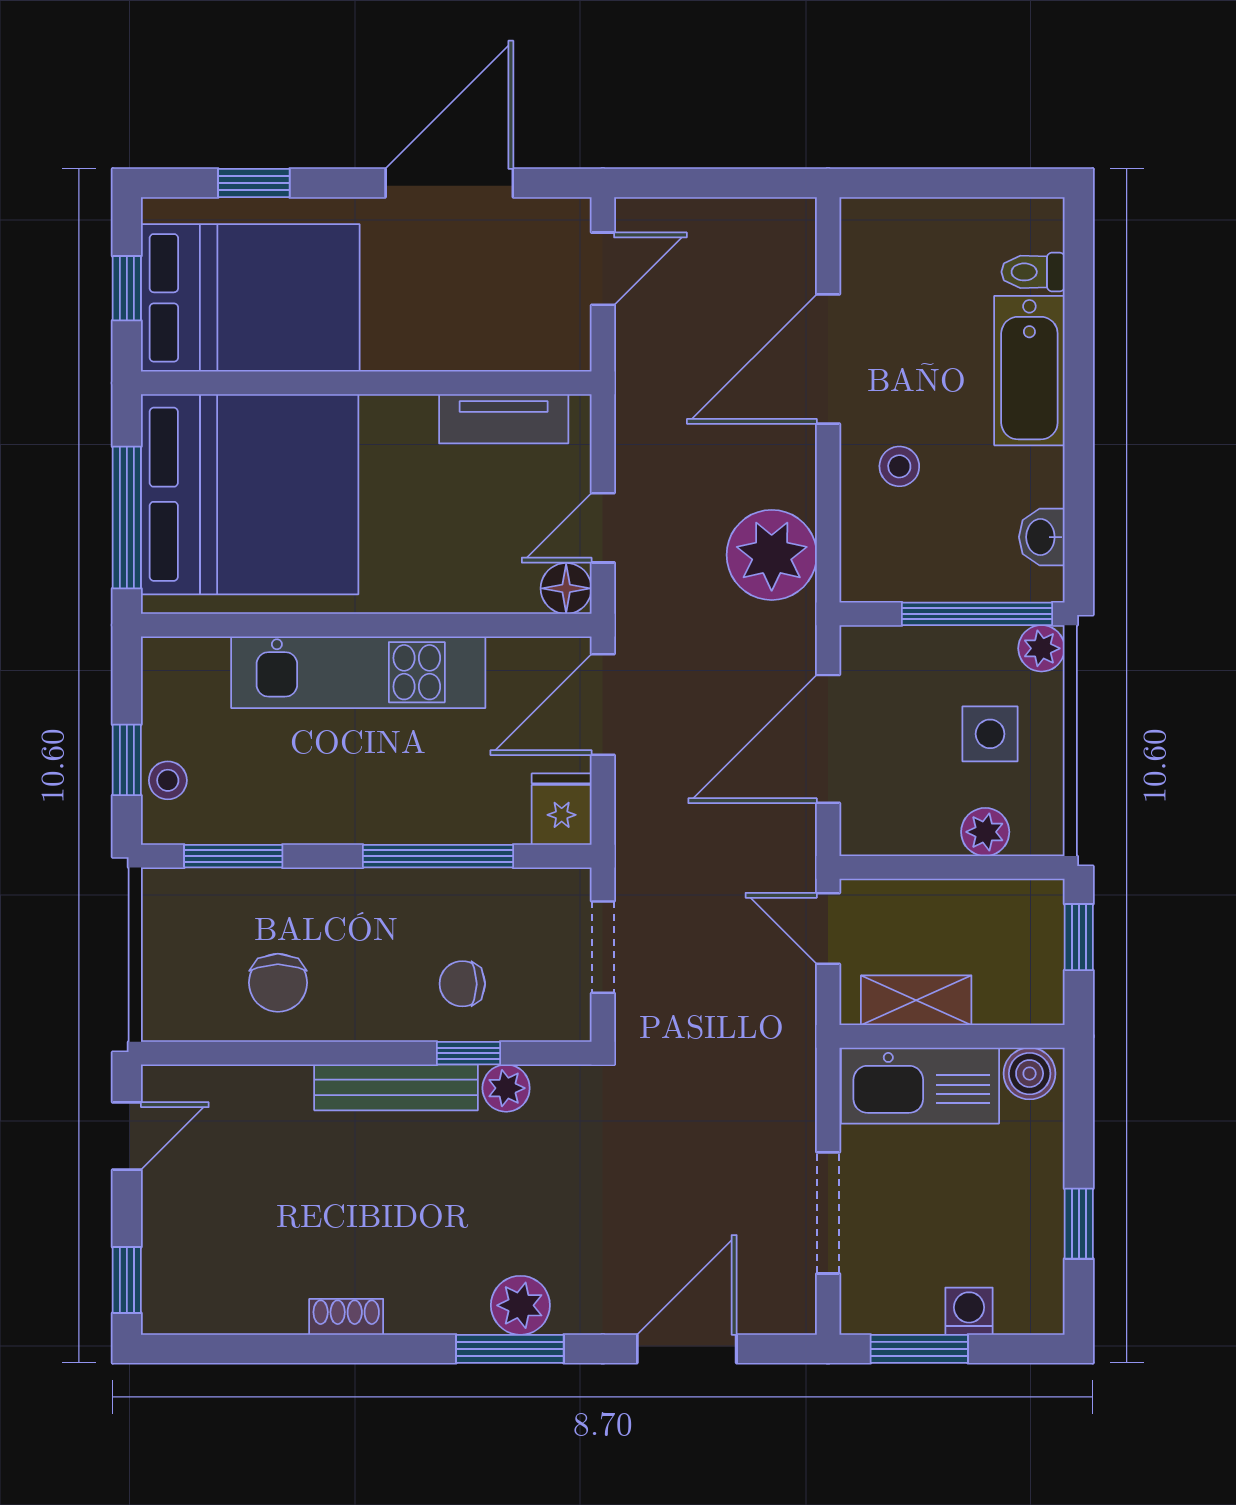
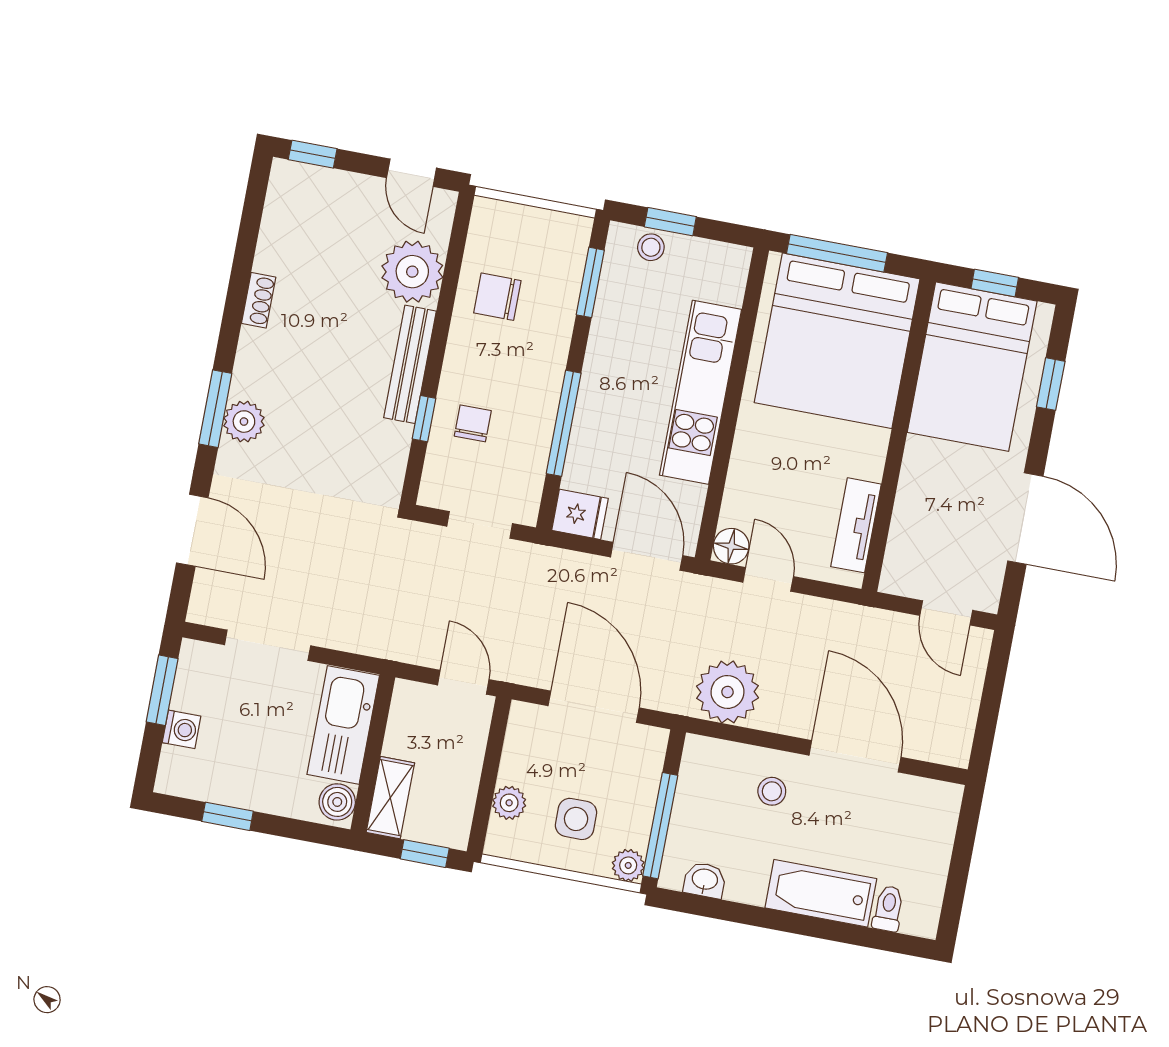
door: (828, 928) -> (463, 682), hinge flipped
shelving: (916, 1000) -> (390, 798), moved
plant: (506, 1088) -> (412, 272), moved, width x1.87, depth x1.87

